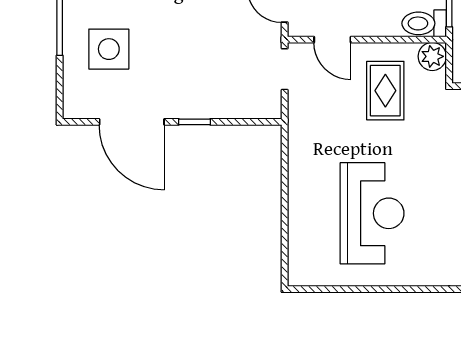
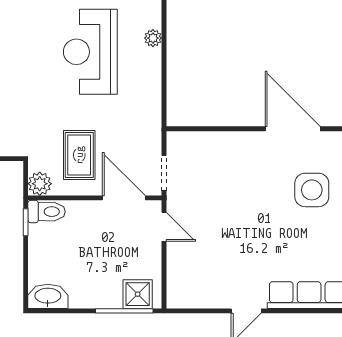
door: (332, 40) -> (124, 198), width x1.38
window: (195, 122) -> (240, 129), removed
plant: (298, 230) -> (153, 38), added

